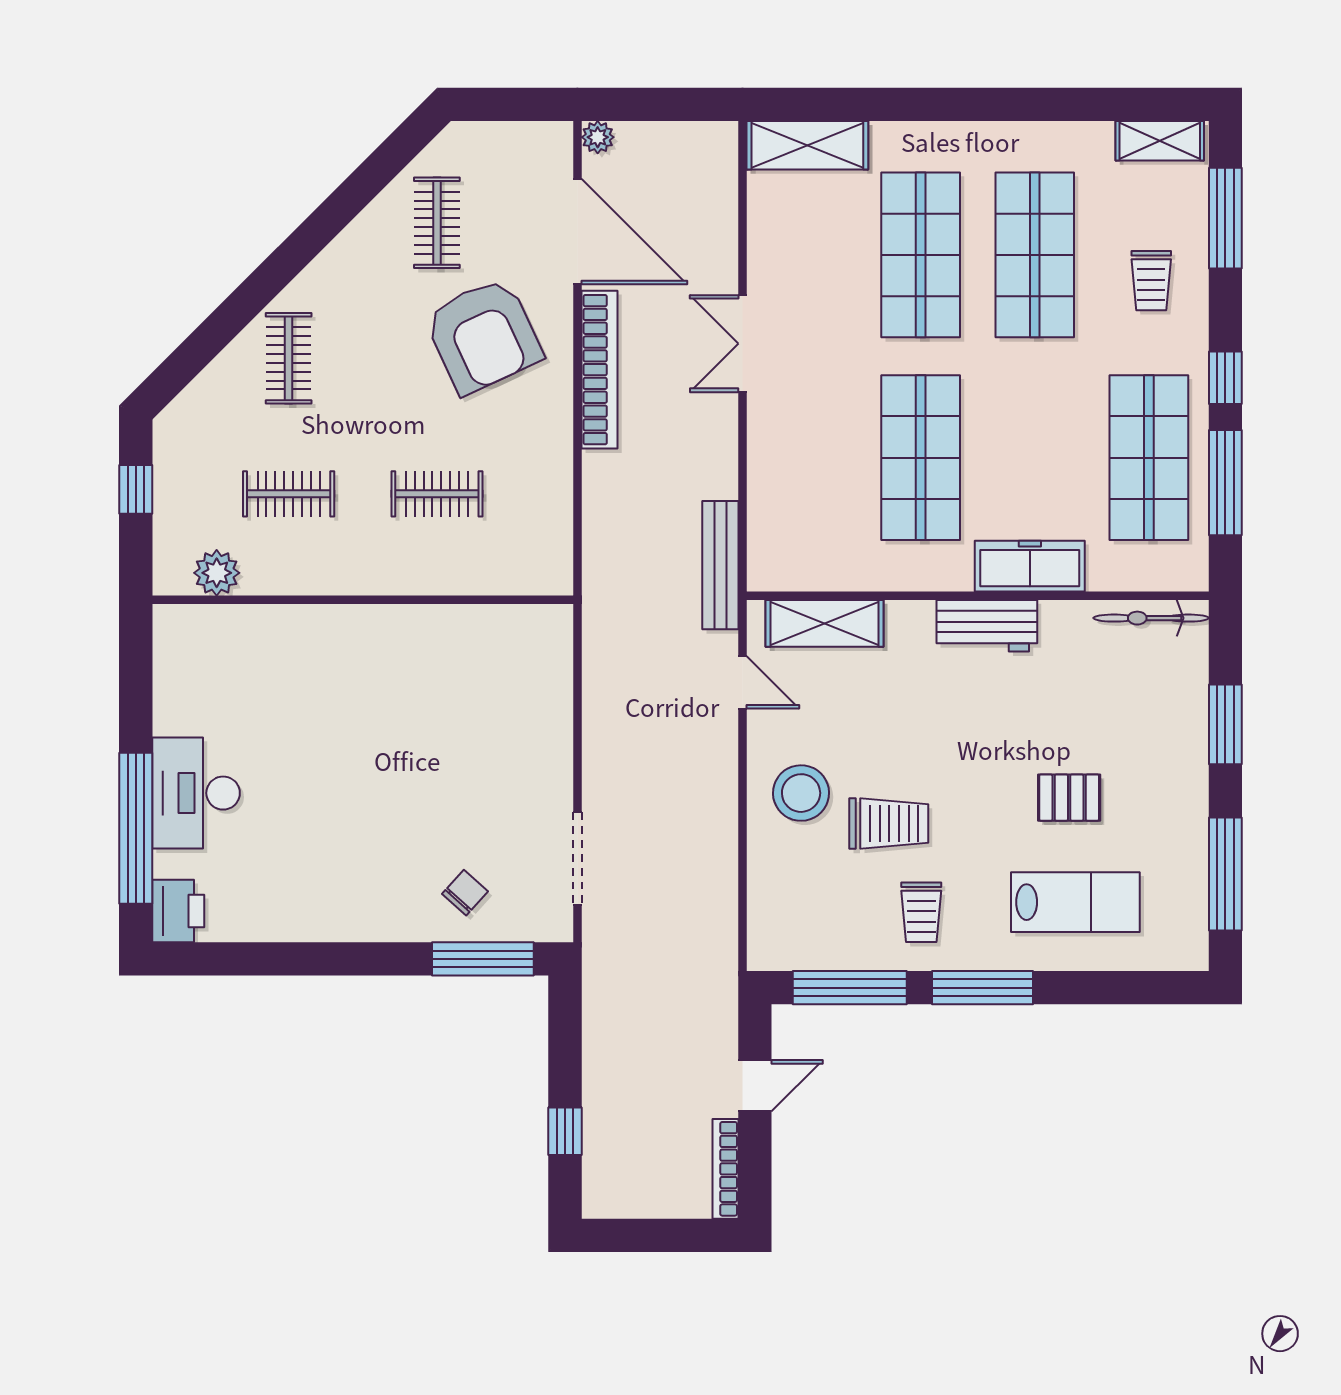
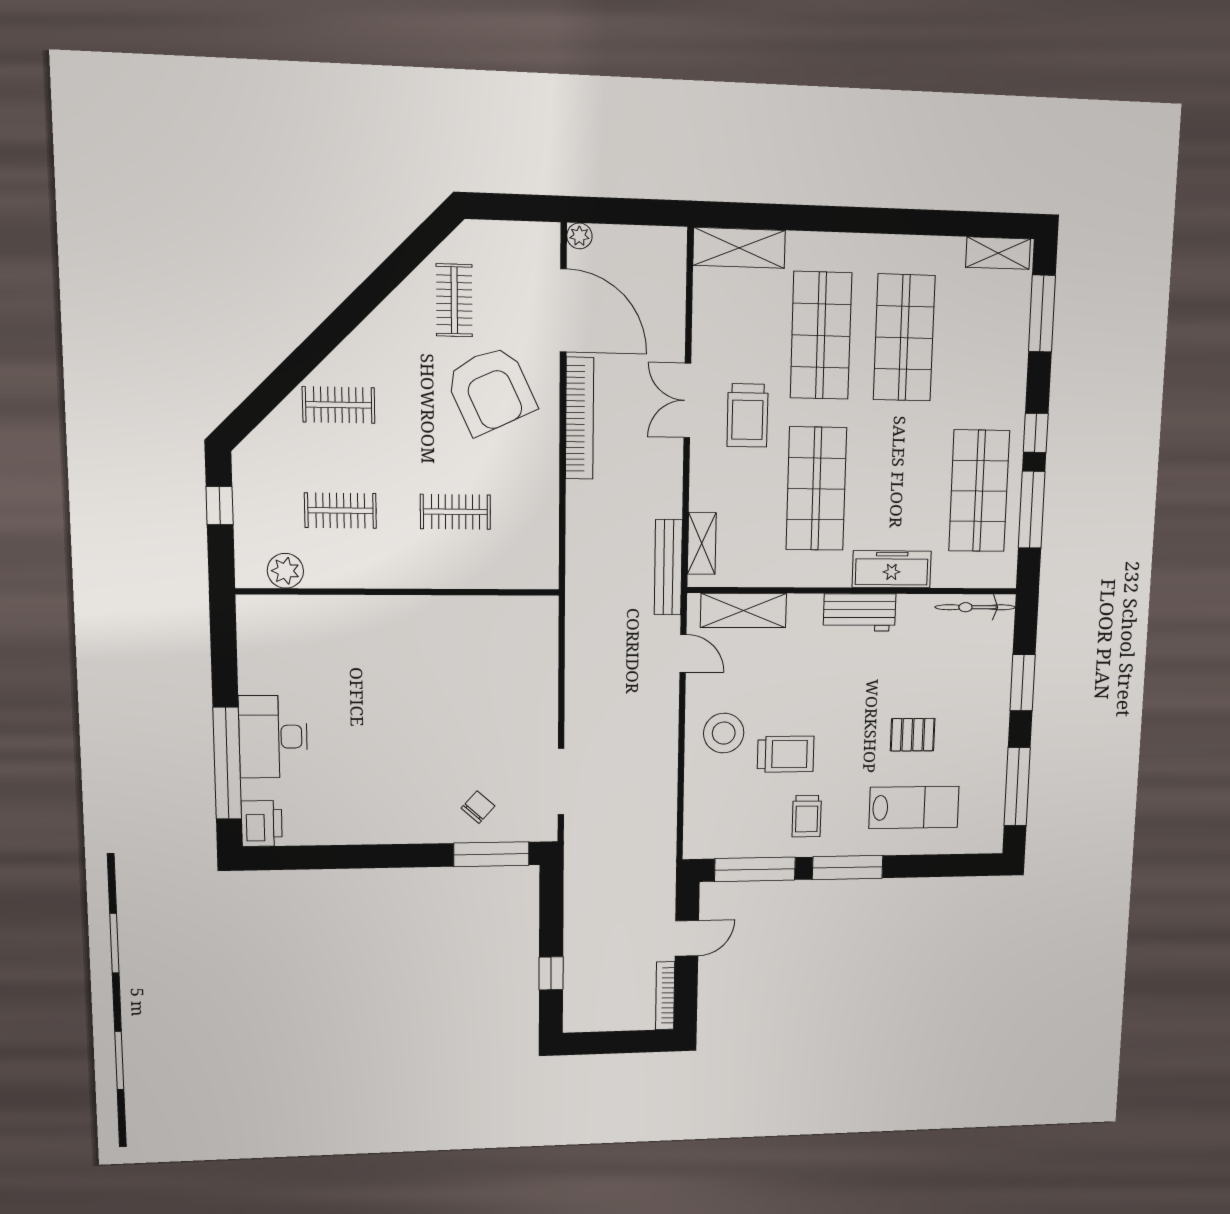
trolley: (1151, 281) -> (748, 415), moved, width x1.36, depth x1.39
clothes rail: (289, 358) -> (339, 405), turned 90
shelving: (765, 533) -> (702, 543), added

